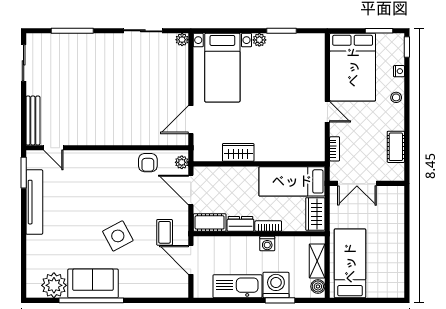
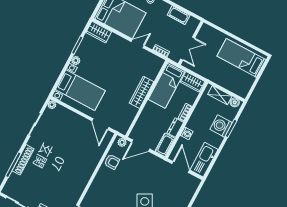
shoe rack: (86, 40) -> (23, 160), added
wardrobe: (315, 50) -> (99, 32), added
wardrobe: (238, 152) -> (142, 92), moved, width x1.50
coffee table: (165, 232) -> (157, 174), removed
washing machine: (267, 244) -> (187, 133), moved
door: (191, 260) -> (181, 167), swing flipped
bed: (350, 263) -> (241, 58), moved
kitchen sink: (237, 286) -> (204, 160), moved

